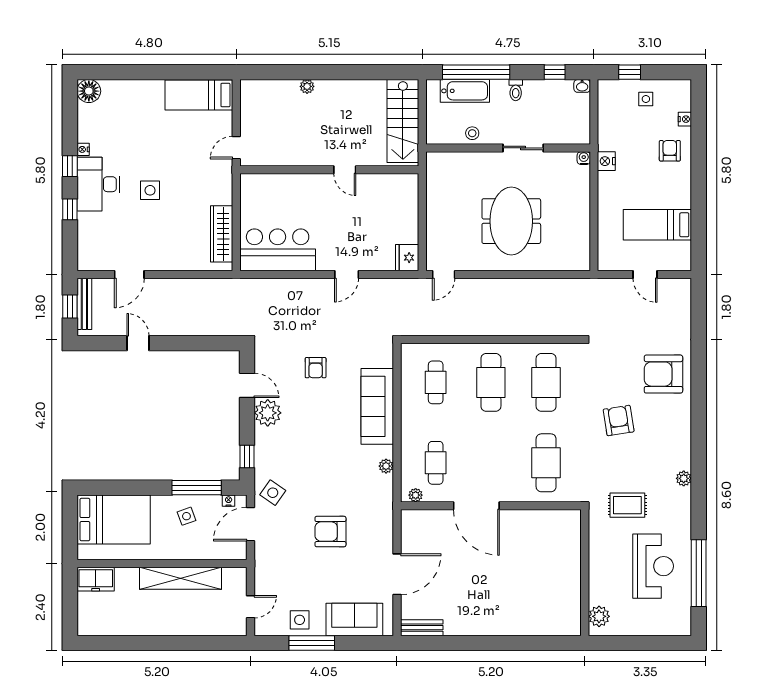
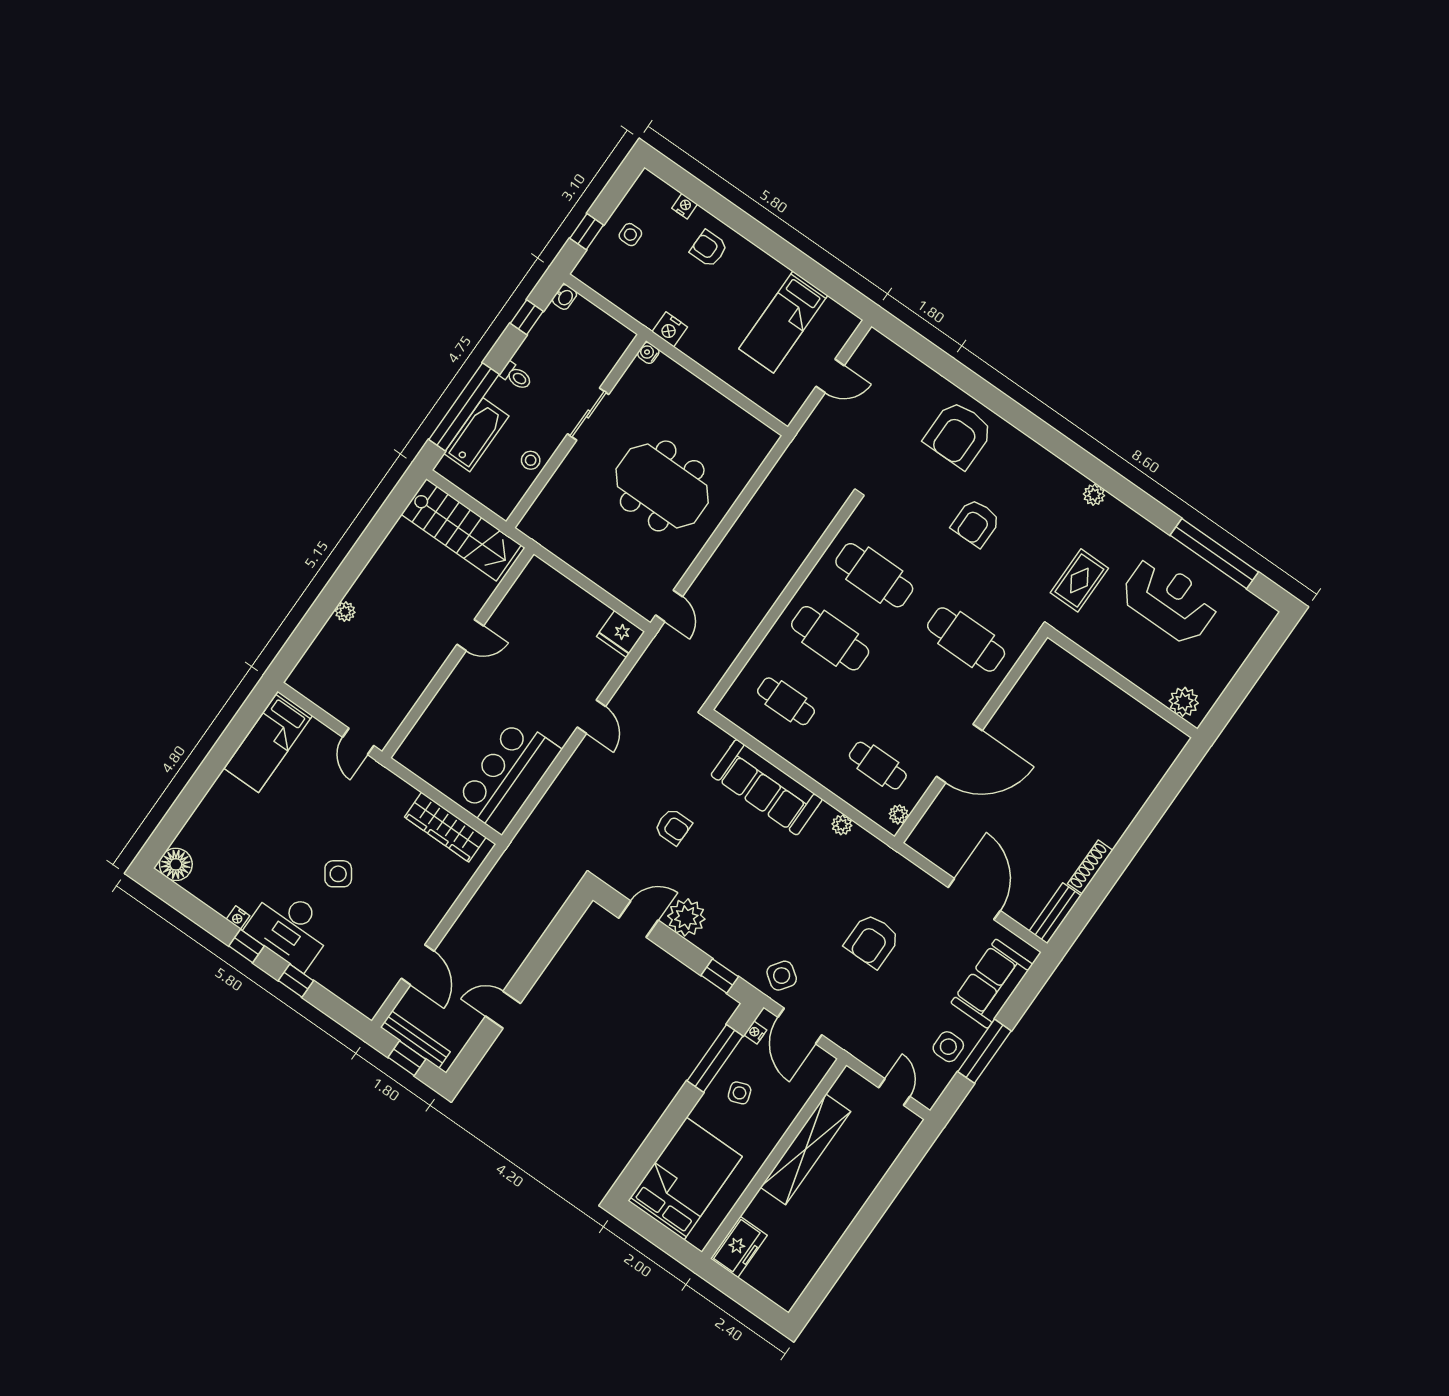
side table: (150, 190) -> (338, 874), turned -35
armchair: (619, 420) -> (976, 523), turned -81
shoe rack: (464, 629) -> (1090, 867), added

